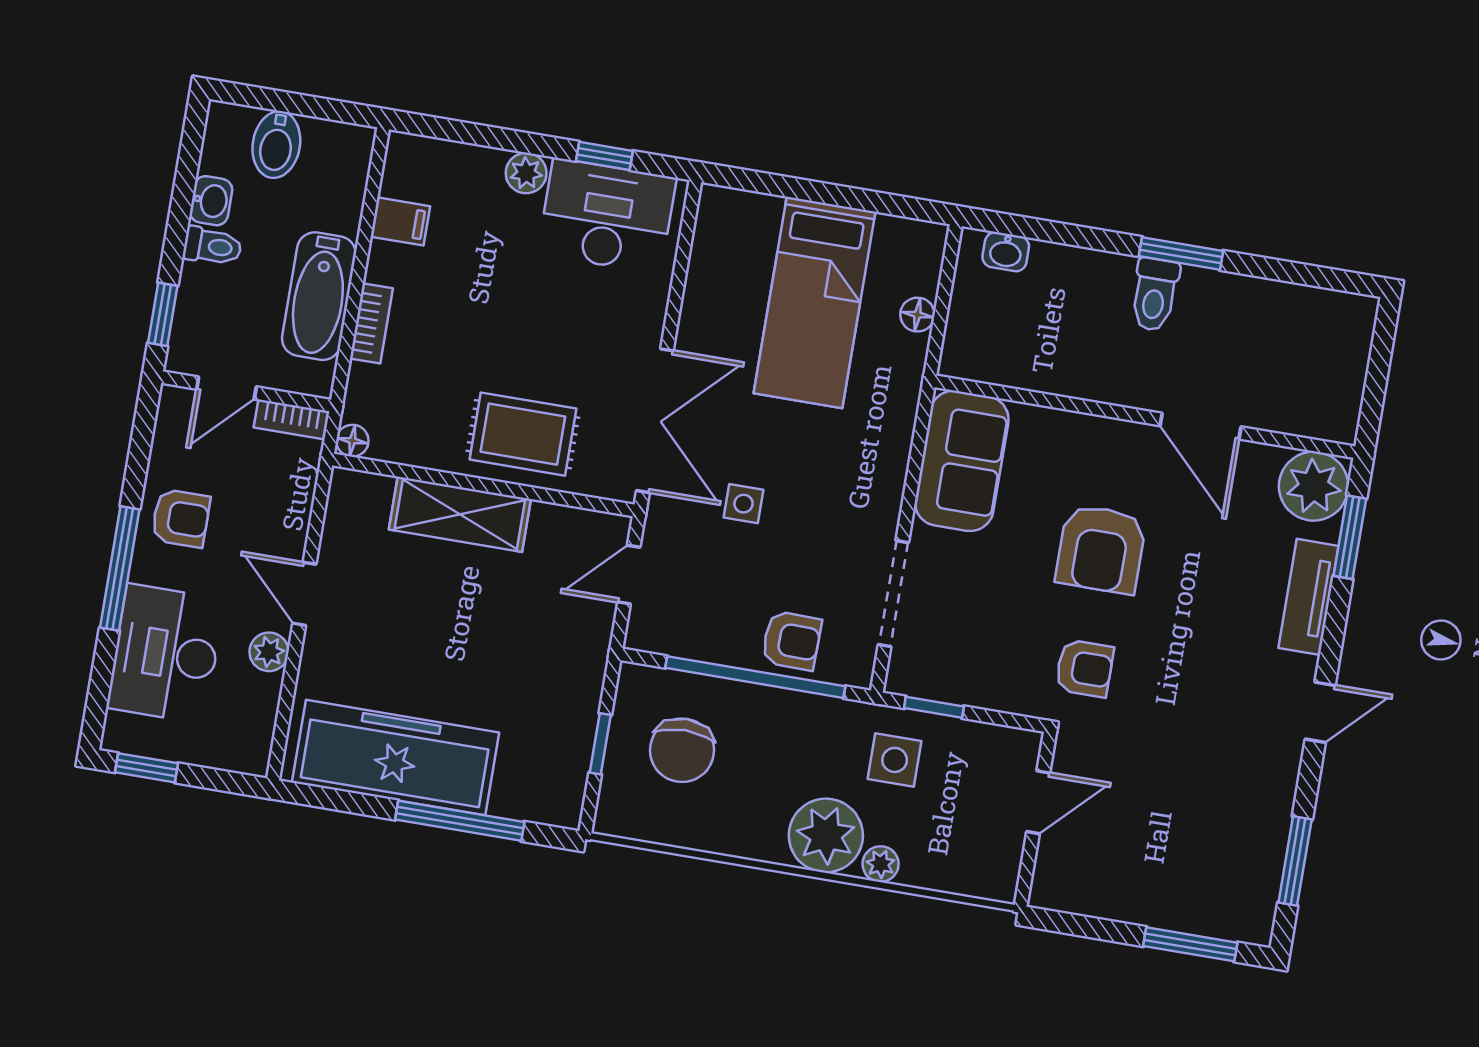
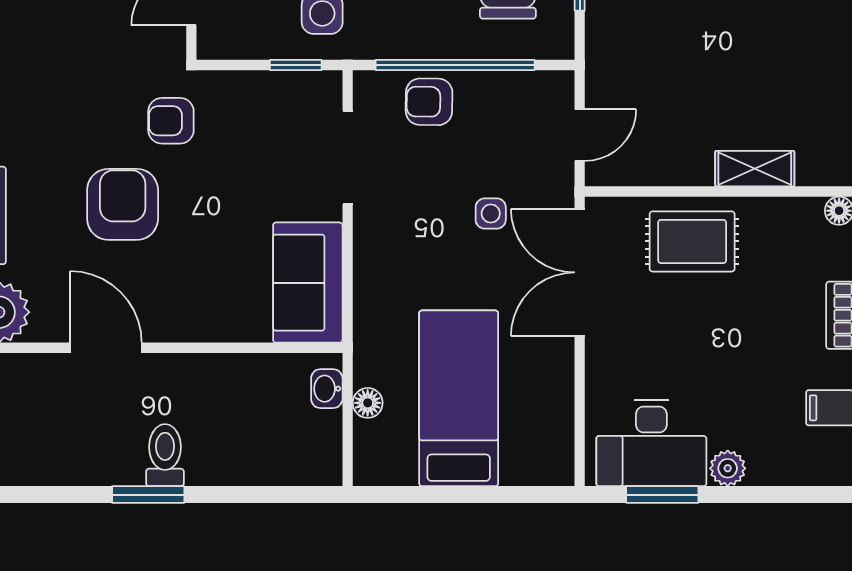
window: (604, 156) -> (662, 495), width x1.50
washbasin: (1006, 252) -> (327, 389), moved, turned -90
shelving: (460, 514) -> (755, 169), width x0.67, depth x0.75
armchair: (1101, 549) -> (123, 204), moved

